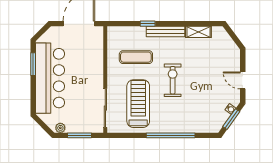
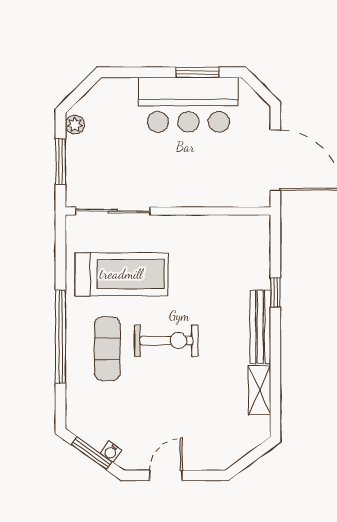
exercise mat: (136, 57) -> (107, 349), moved
bar counter: (50, 78) -> (188, 105), width x0.73

